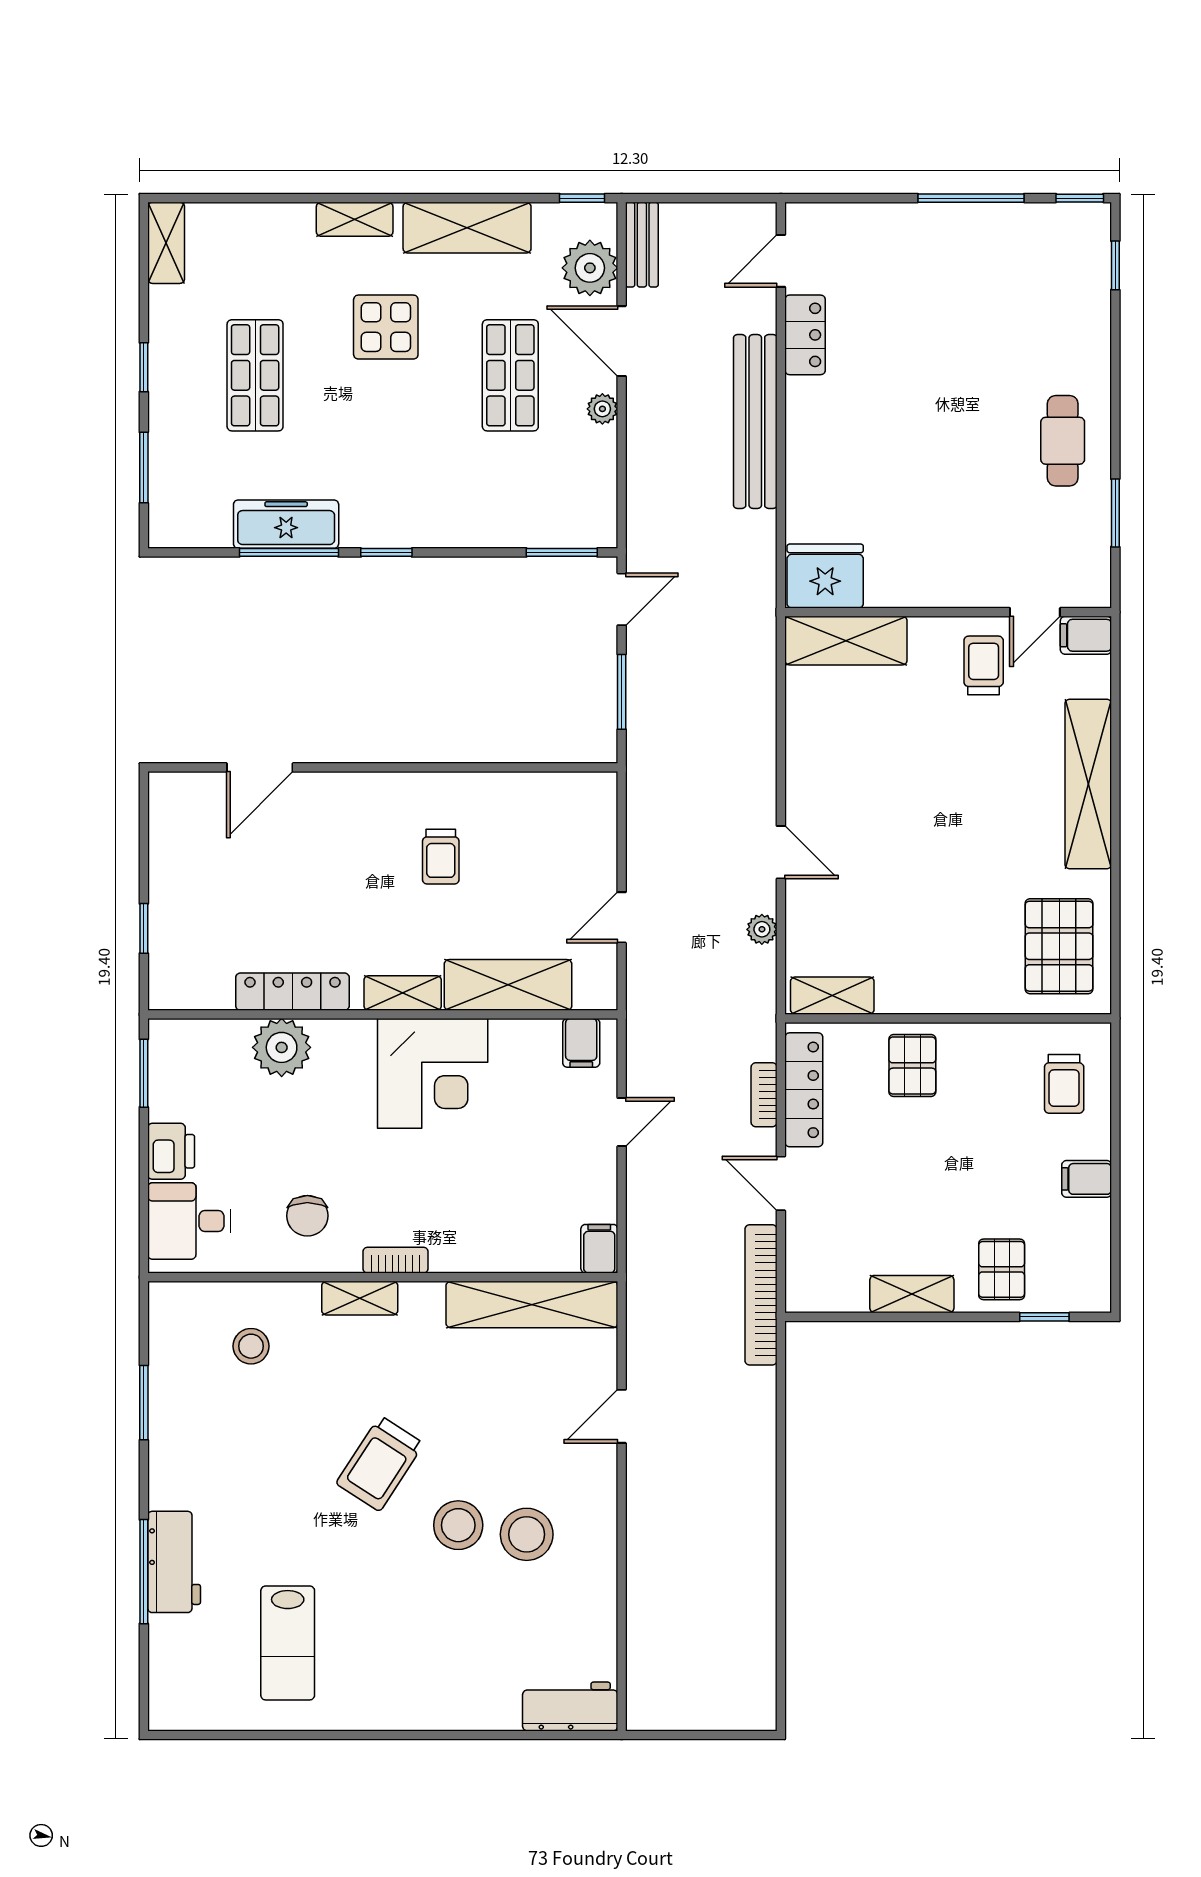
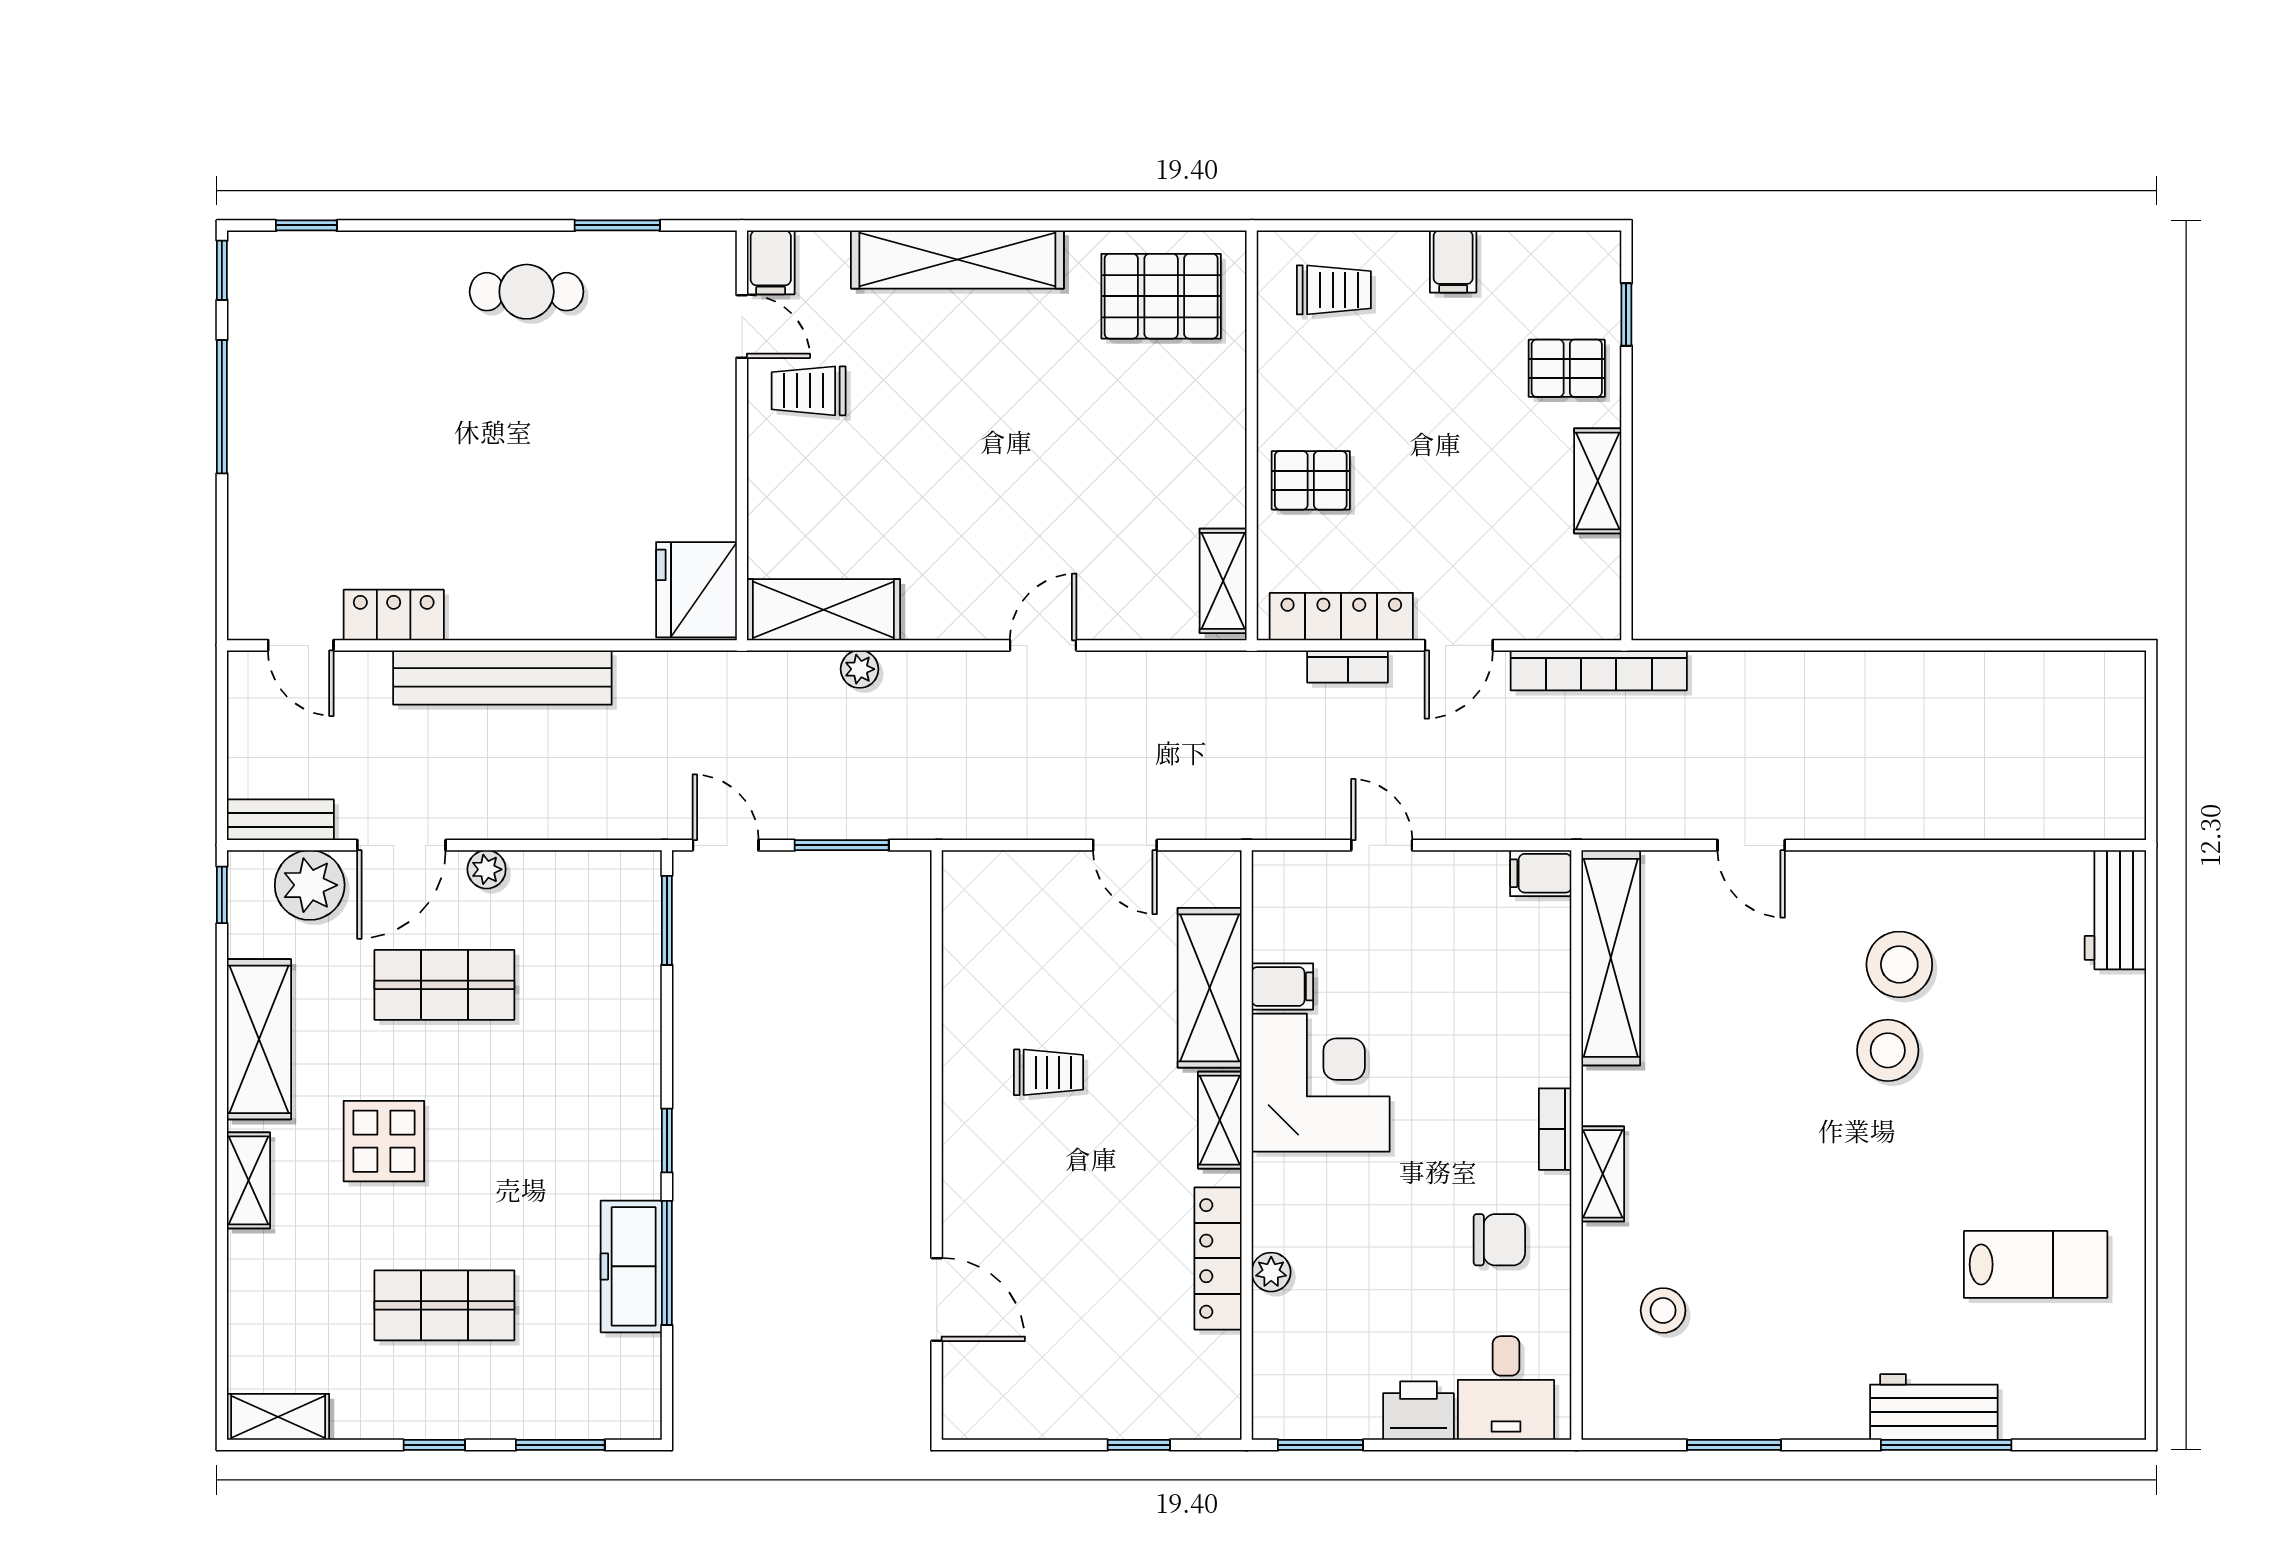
shelving: (846, 641) -> (823, 610), moved, turned 90
plant: (762, 929) -> (860, 669), moved
filing cabinet: (581, 1043) -> (1282, 986), moved
plant: (282, 1047) -> (1271, 1272), width x0.53, depth x0.53
trolley: (380, 1464) -> (1810, 1149), removed

